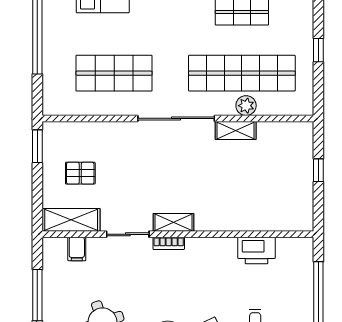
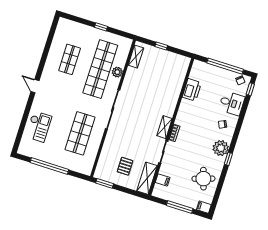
shelving: (236, 130) -> (136, 57), moved

